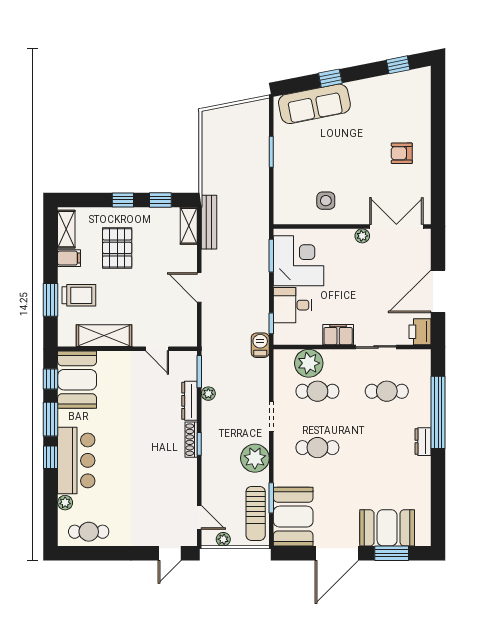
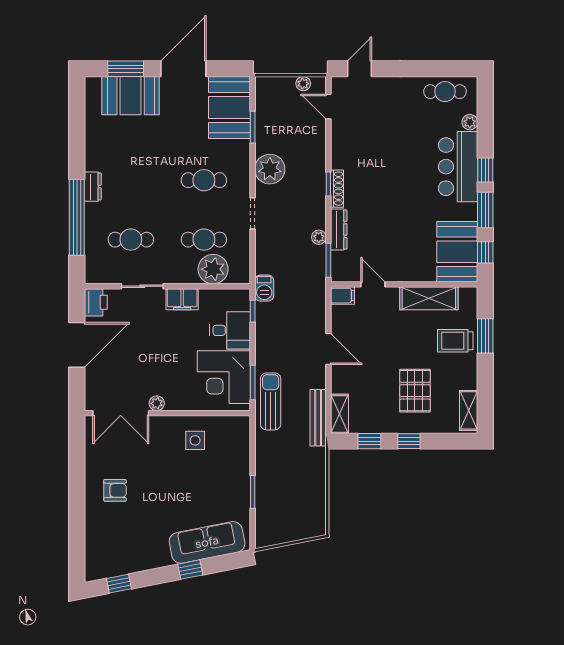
filing cabinet: (69, 258) -> (343, 296), moved, turned 180
sun lounger: (256, 513) -> (271, 401), moved

